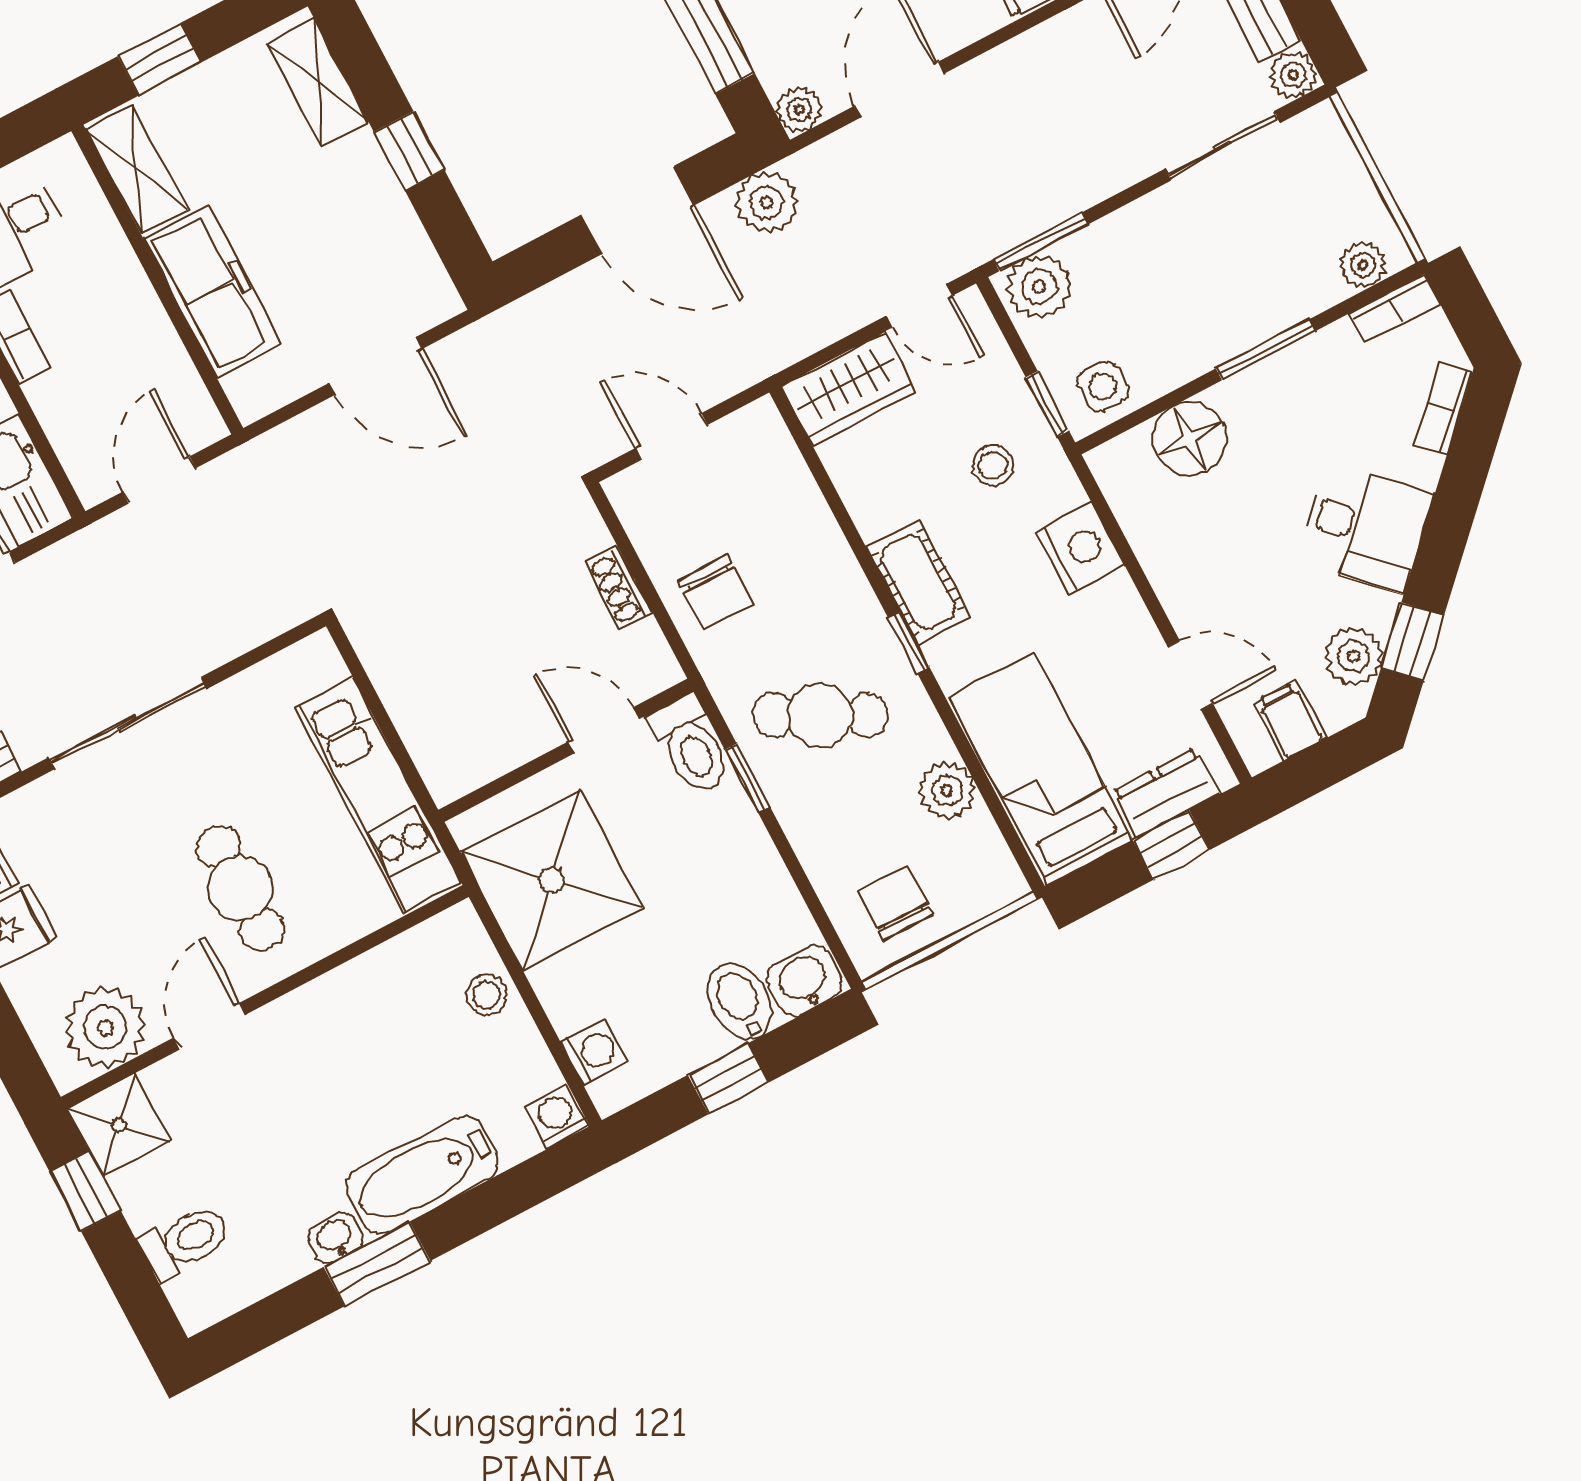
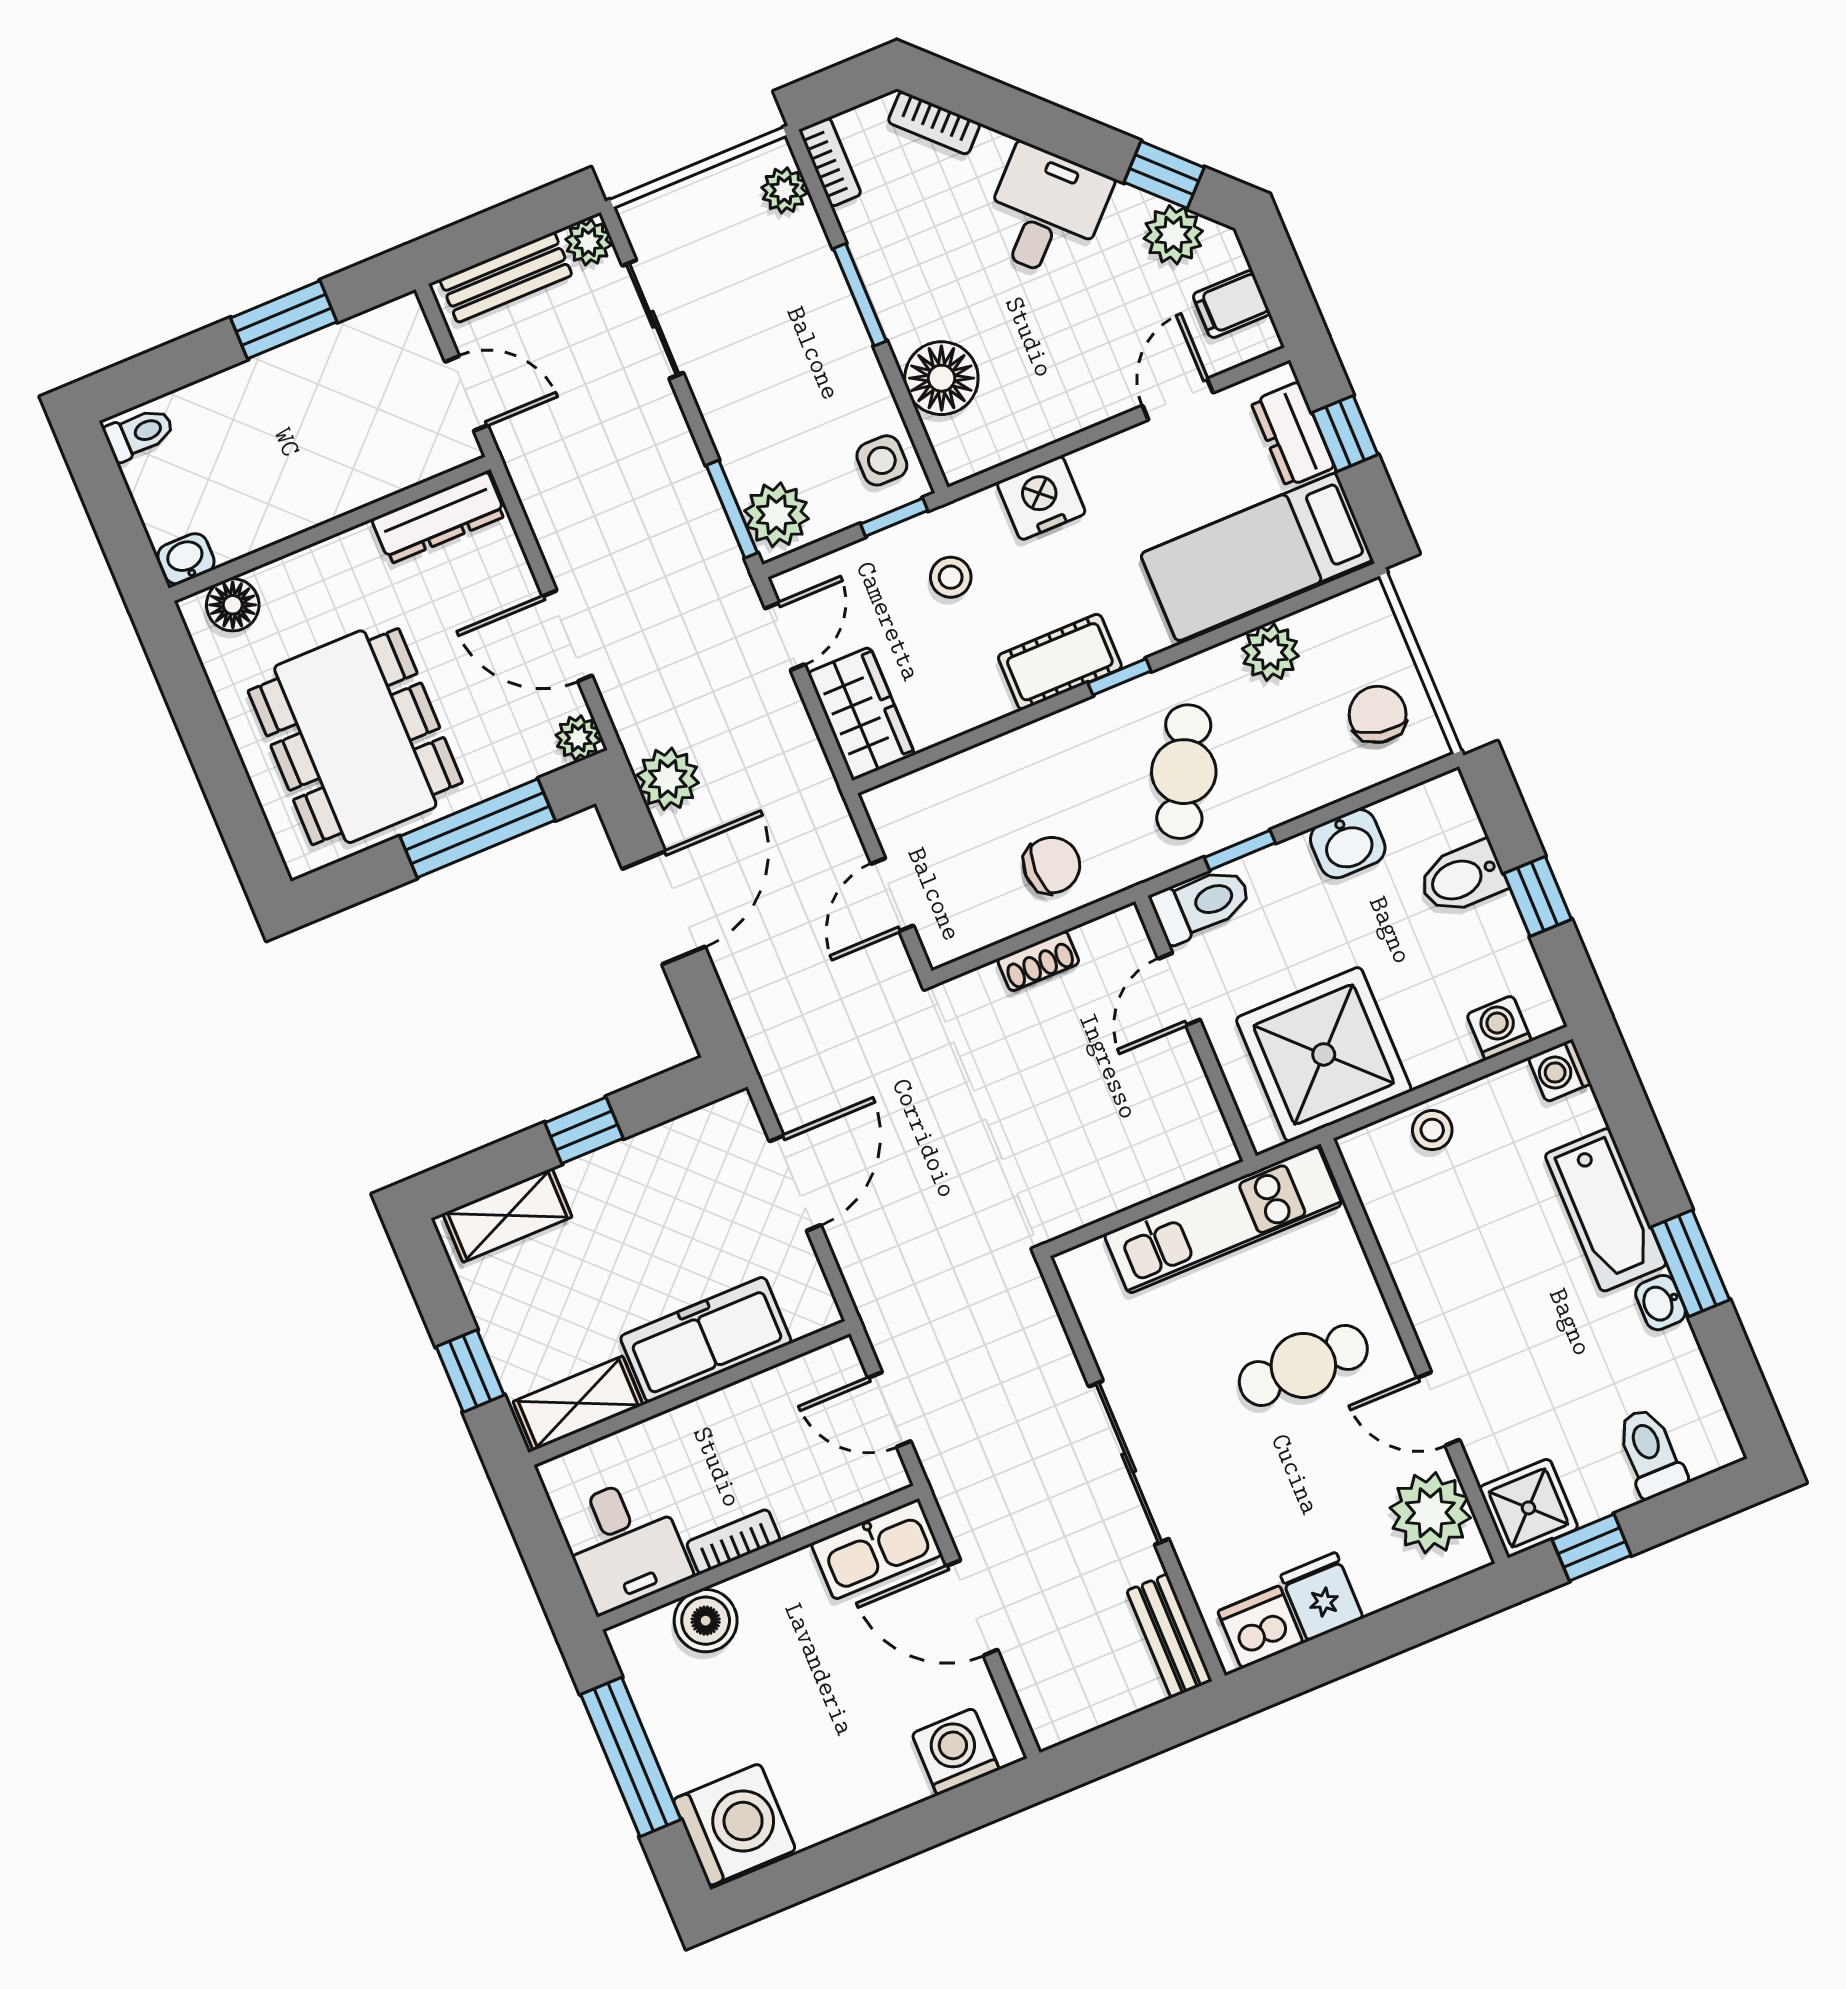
chair: (895, 903) -> (1378, 714), turned 102
washbasin: (804, 981) -> (1348, 844), moved, turned -90

